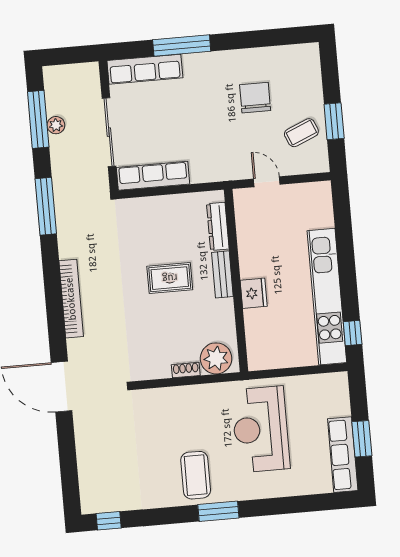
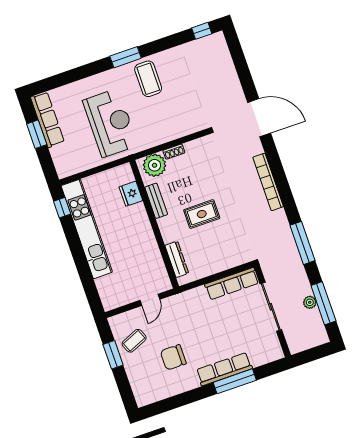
row of seats: (145, 69) -> (224, 369), moved
chair: (255, 98) -> (173, 357), turned 90
door: (267, 182) -> (150, 300), hinge flipped
bench: (222, 274) -> (156, 201), moved
fridge: (254, 293) -> (131, 194), moved

